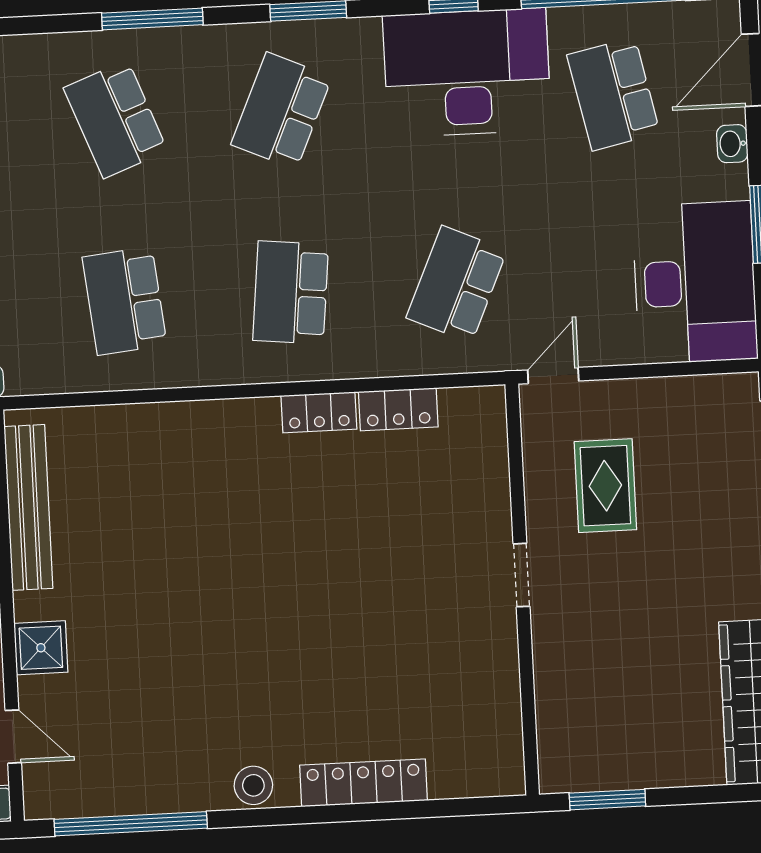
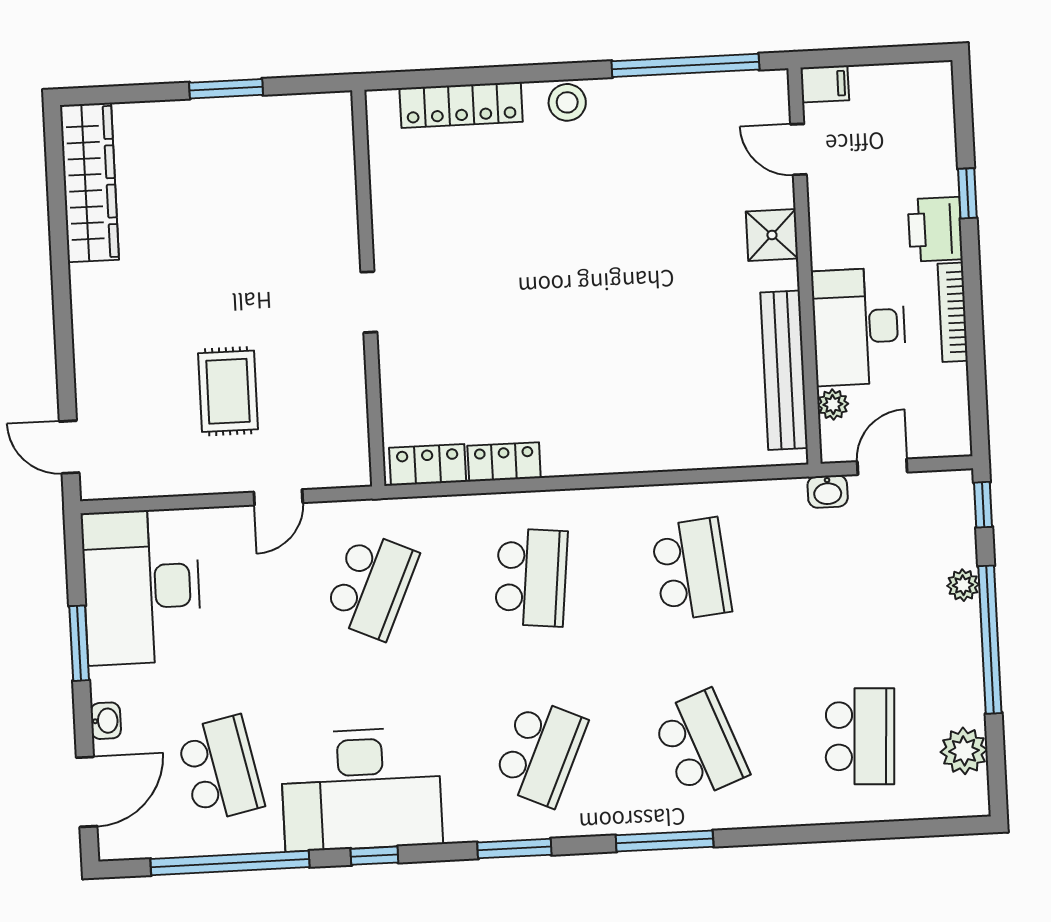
doorway: (522, 575) -> (369, 302), moved
wall: (522, 589) -> (368, 288), moved

